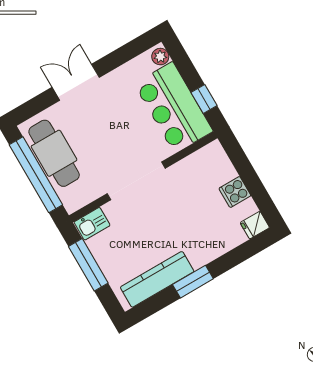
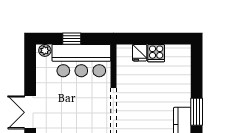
window: (204, 99) -> (72, 39), moved
fridge: (255, 225) -> (140, 53), moved

